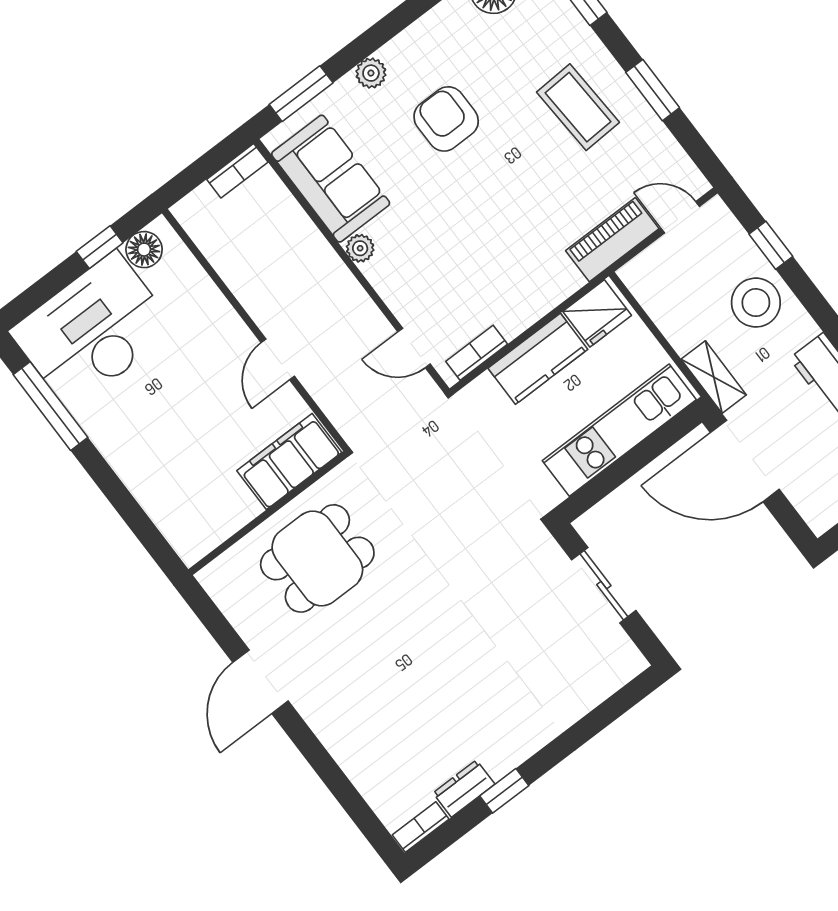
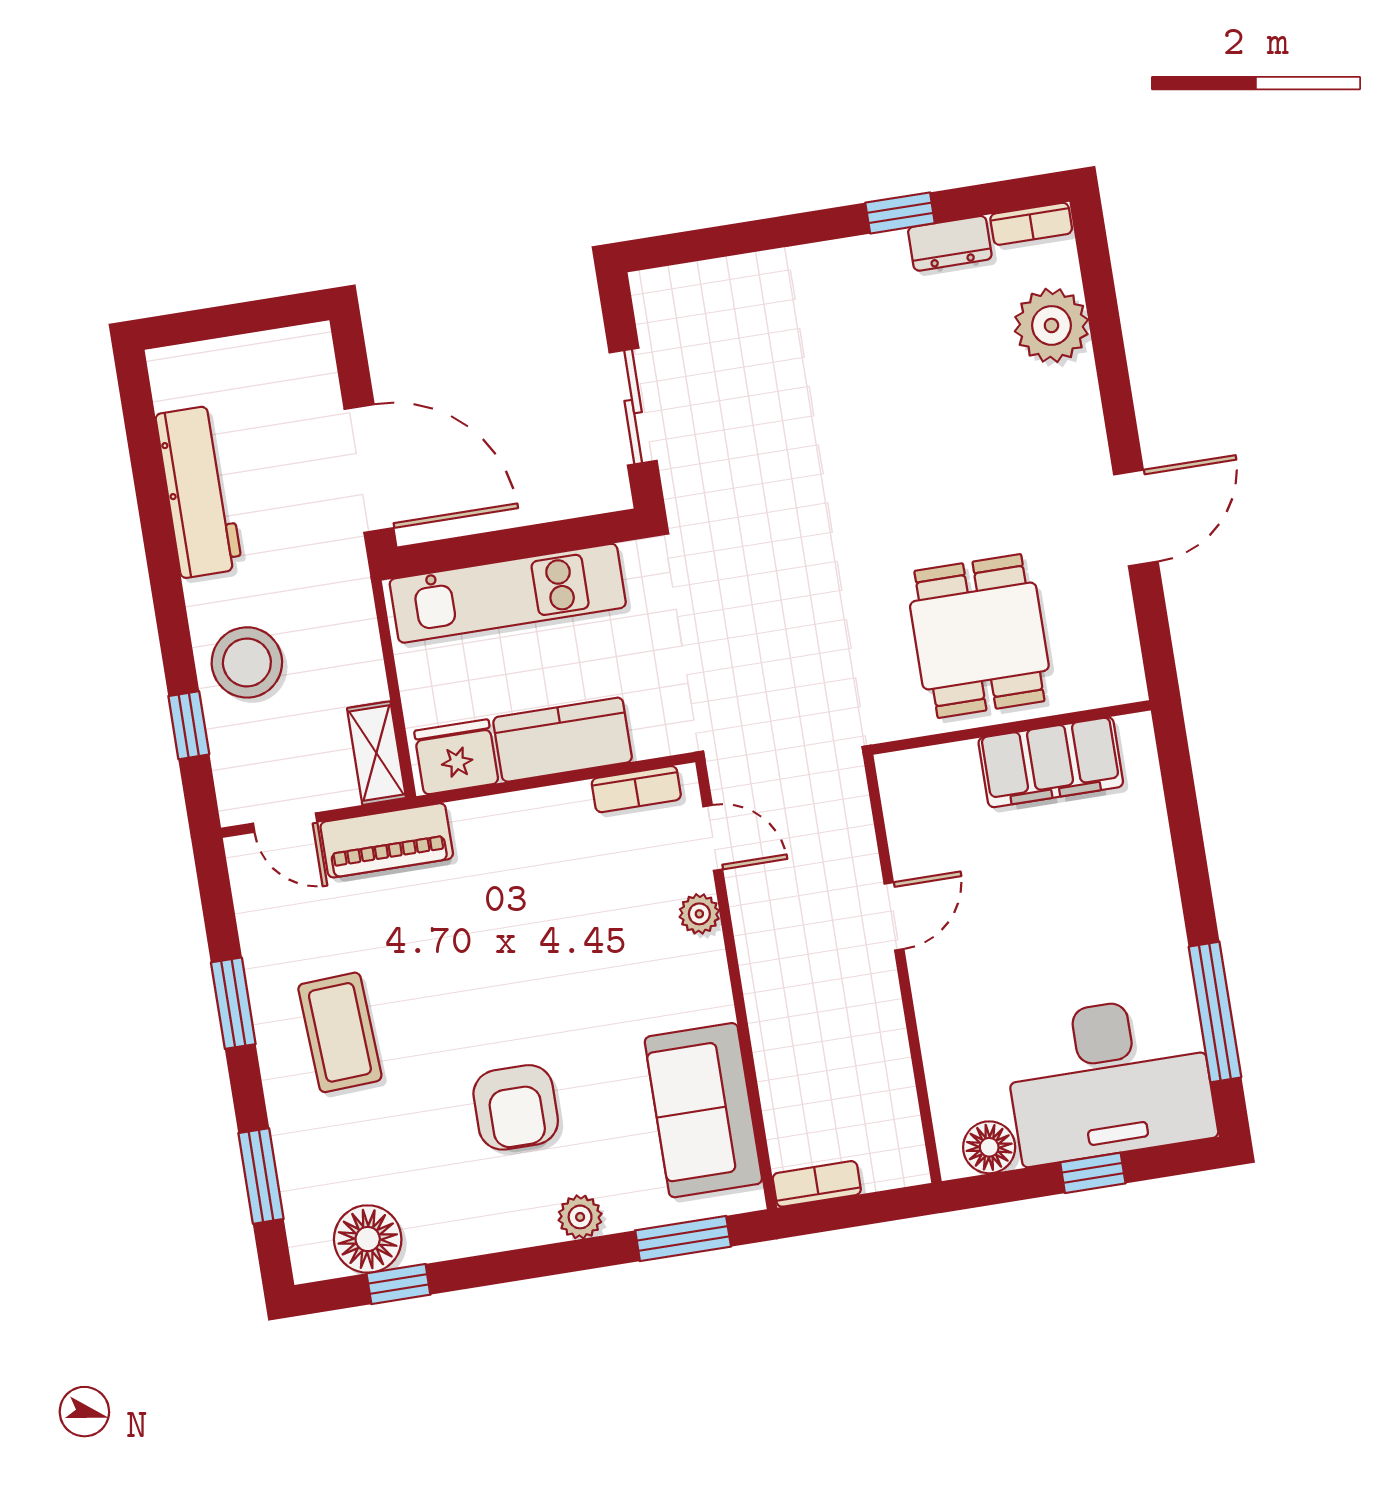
window: (100, 247) -> (1093, 1173), moved
plant: (360, 248) -> (699, 914), moved
shelving: (714, 377) -> (376, 753), moved
filing cabinet: (289, 462) -> (1051, 762), moved
dining table: (317, 558) -> (979, 636), turned 90
plant: (375, 772) -> (1051, 325), added

